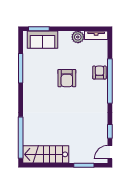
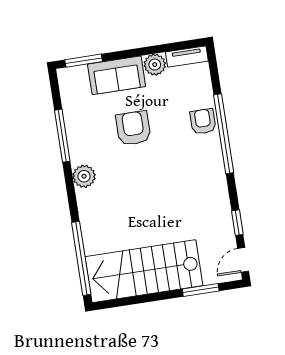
sofa: (43, 40) -> (117, 75), moved
armchair: (67, 78) -> (133, 128), moved, turned 180
plant: (29, 93) -> (84, 176), added
stairs: (46, 154) -> (144, 271), width x1.36, depth x1.51

